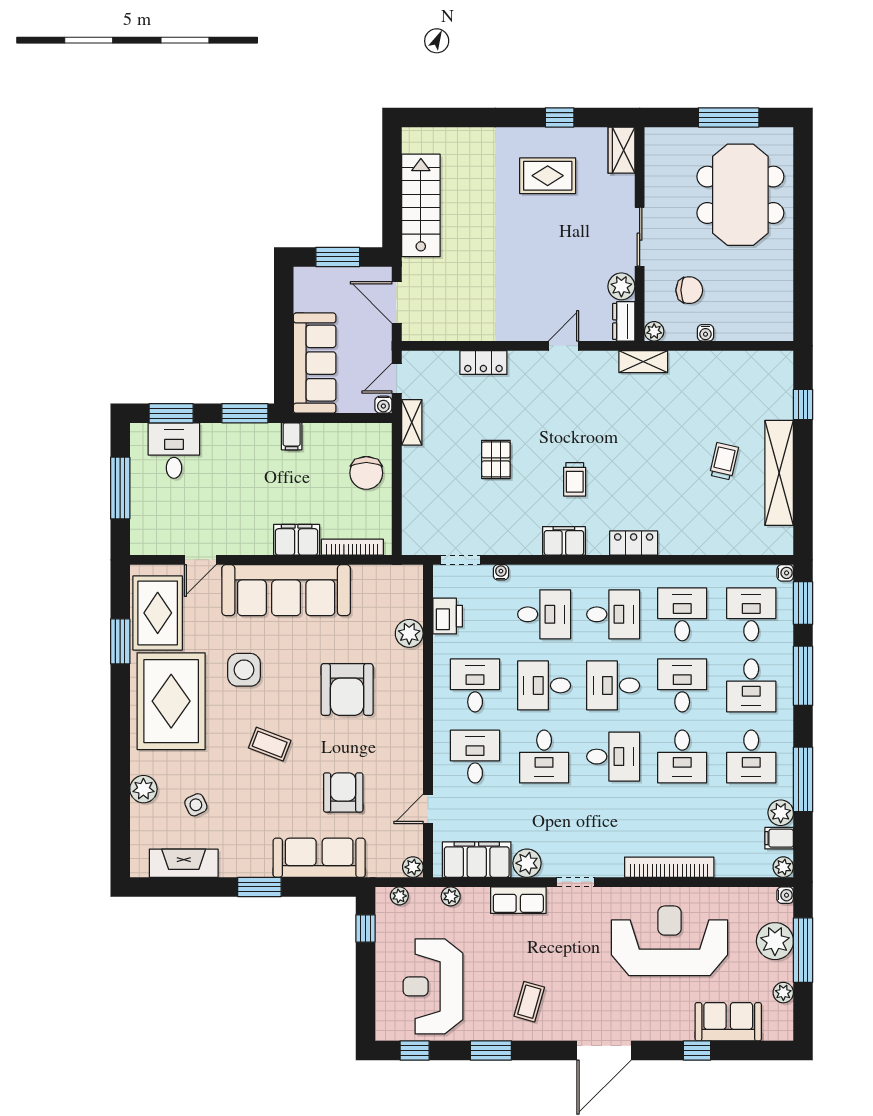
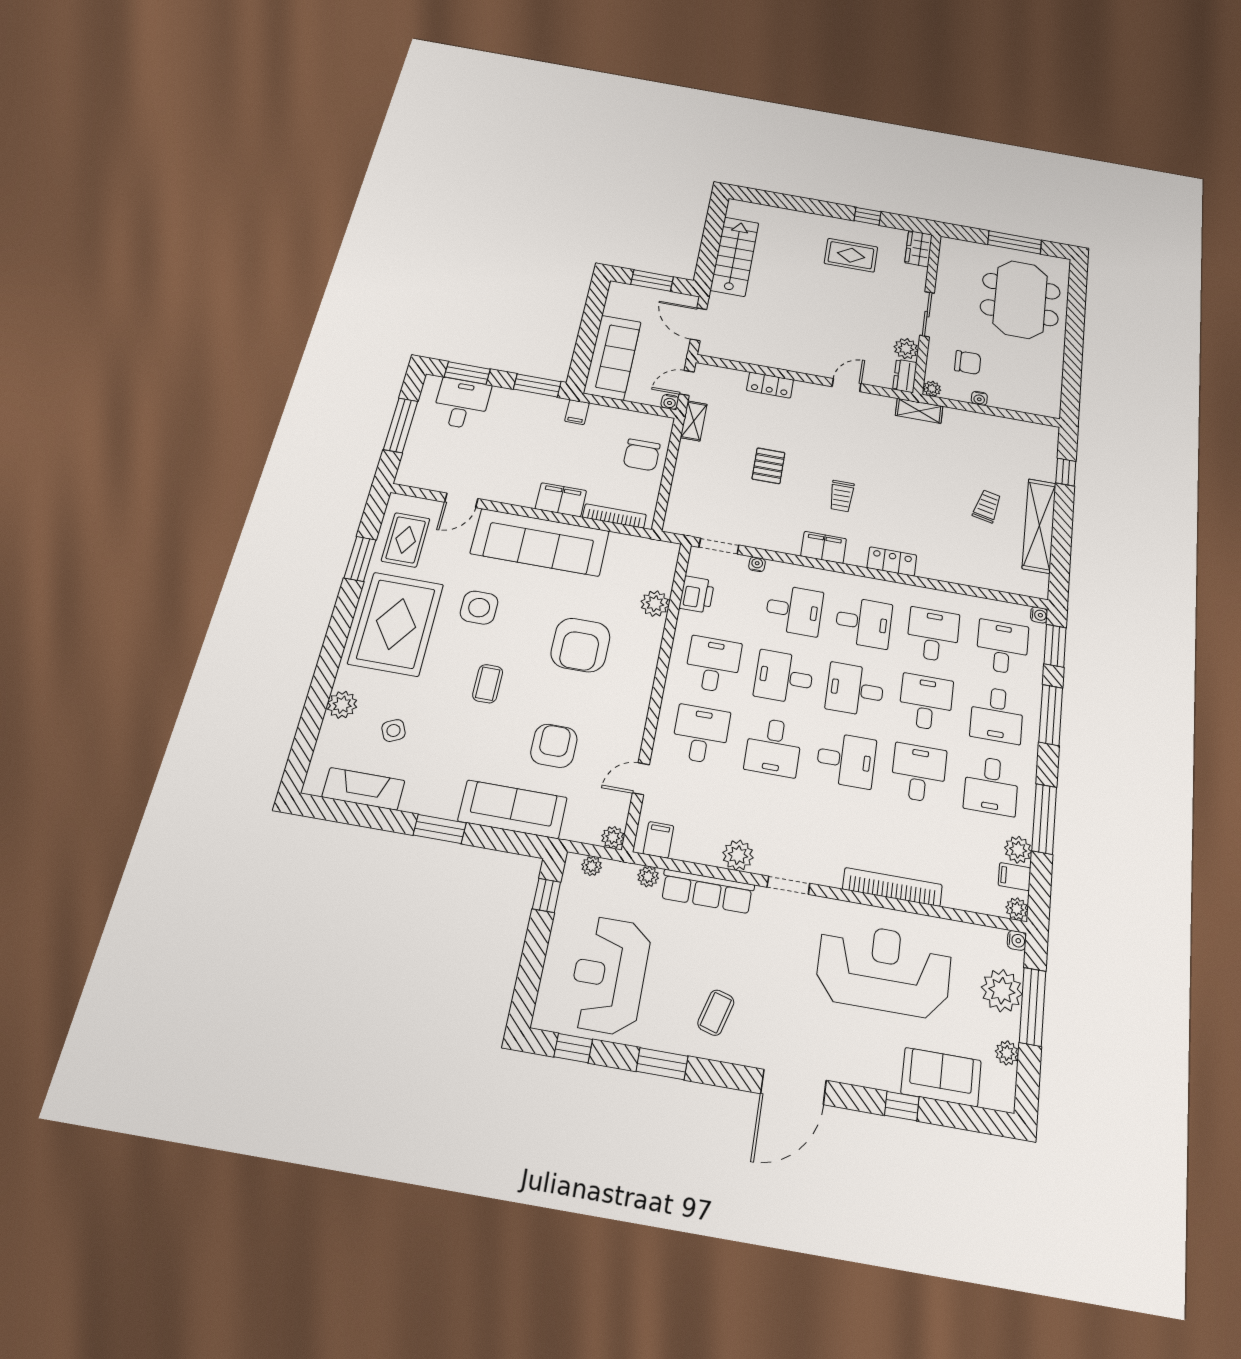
rug: (158, 613) -> (406, 540), width x0.73, depth x0.70
coffee table: (270, 744) -> (488, 684), turned 69
desk: (682, 757) -> (919, 773), turned 180
filing cabinet: (477, 860) -> (658, 840), width x0.33, depth x0.86
row of seats: (518, 900) -> (707, 891), width x1.48

